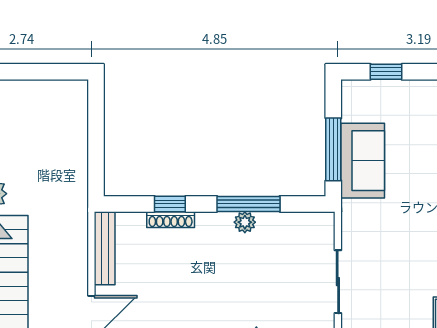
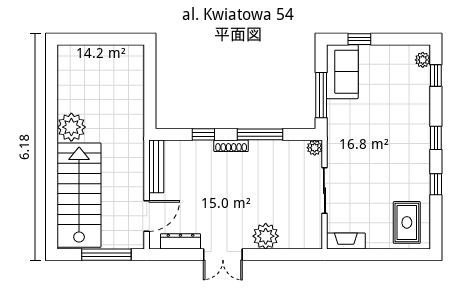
sofa: (363, 161) -> (342, 72), moved
shoe rack: (171, 220) -> (231, 146), moved
plant: (245, 222) -> (315, 148), moved

